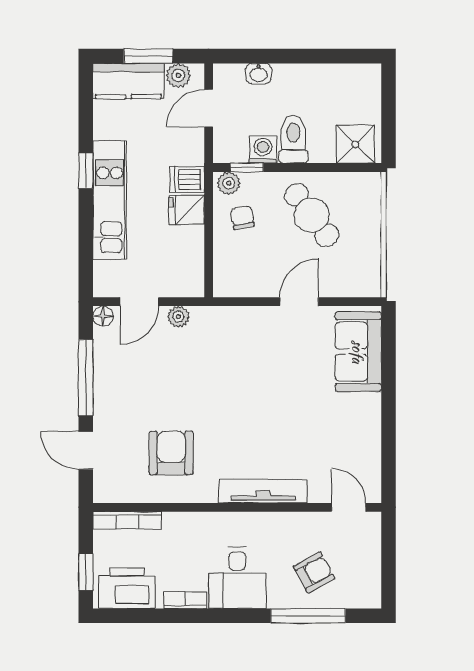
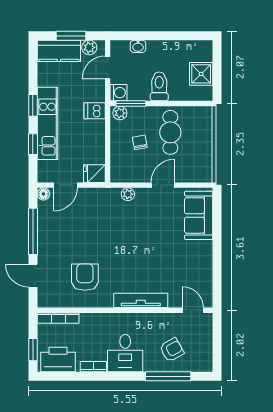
shower: (355, 144) -> (201, 74), moved
washing machine: (263, 150) -> (119, 93), moved, turned 90
window: (247, 168) -> (131, 103), width x1.50
fridge: (187, 210) -> (94, 174), moved
cafe table: (312, 215) -> (170, 132), turned 37
chair: (242, 218) -> (140, 142), moved
window: (86, 234) -> (33, 144), added
plant: (178, 317) -> (128, 194), moved

